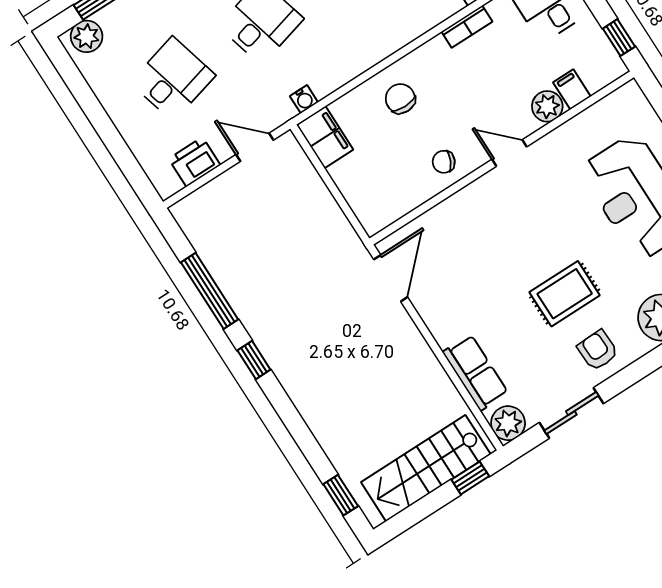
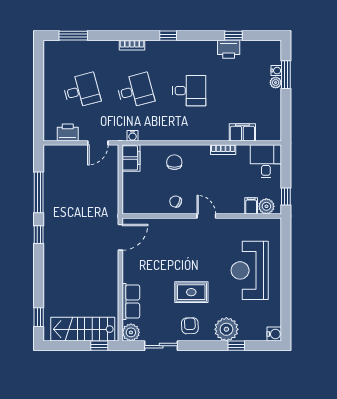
plant: (87, 36) -> (56, 48), removed
plant: (547, 106) -> (266, 206), moved
door: (255, 147) -> (98, 143), swing flipped

